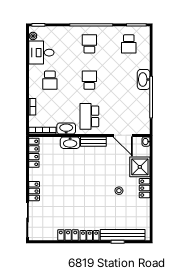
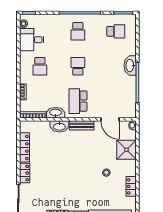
school desk: (89, 44) -> (78, 31), turned 180
school desk: (129, 44) -> (116, 31), turned -90
locker: (34, 153) -> (25, 147), moved
locker: (145, 188) -> (131, 186), moved

